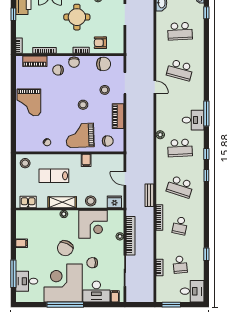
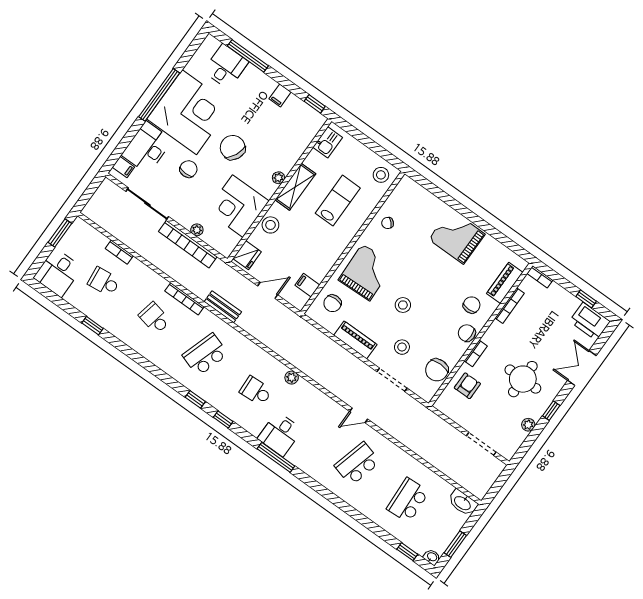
school desk: (180, 148) -> (256, 391), width x0.54
filing cabinet: (86, 160) -> (307, 285), moved
window: (13, 223) -> (315, 104), added

